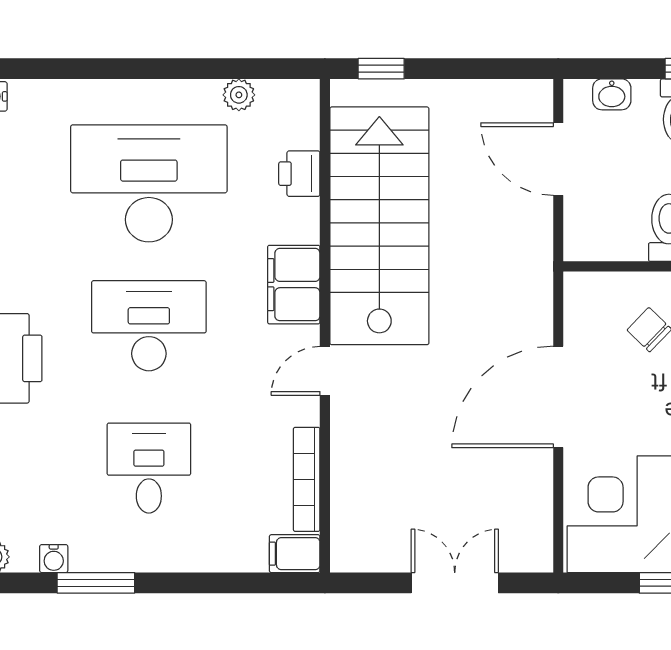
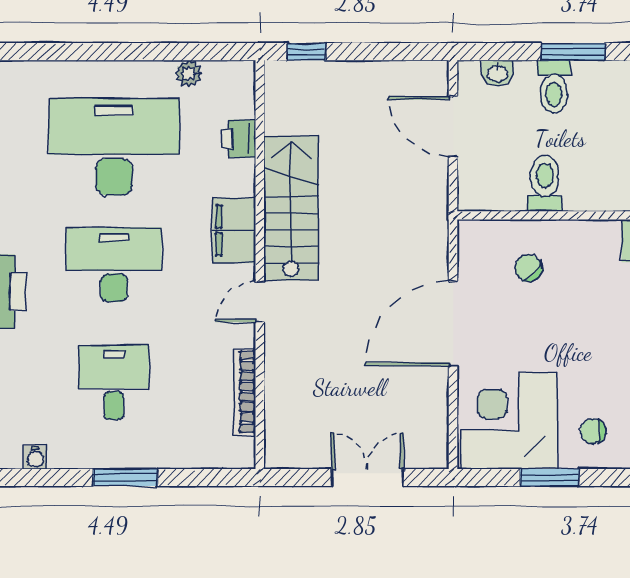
stairs: (379, 226) -> (291, 208), width x0.73, depth x0.66
filing cabinet: (295, 554) -> (235, 453), removed
window: (96, 583) -> (125, 477), moved

